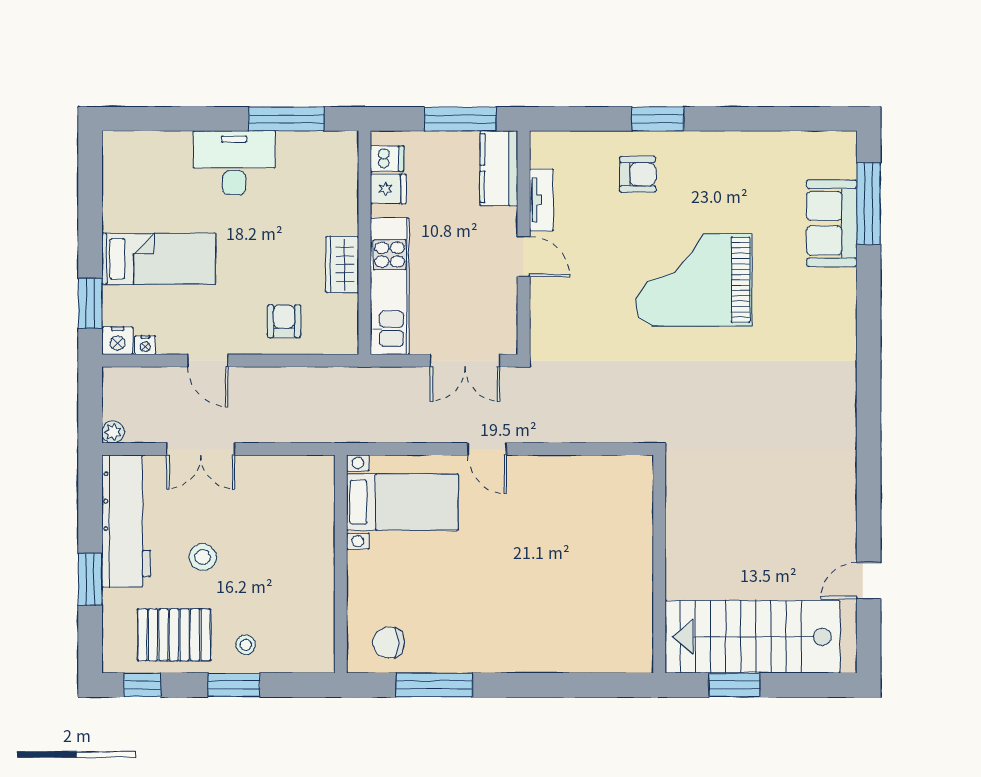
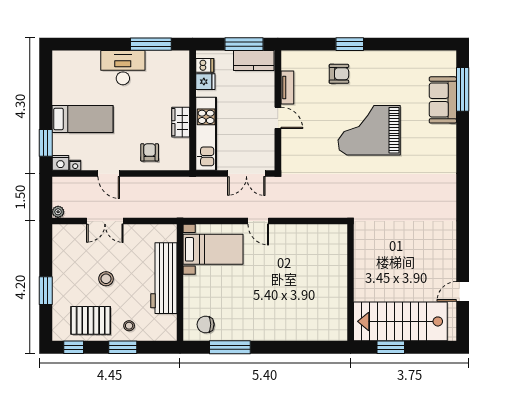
kitchen counter: (499, 168) -> (254, 60), moved, turned -90
workbench: (126, 521) -> (164, 278), moved, turned 180

